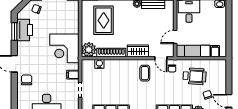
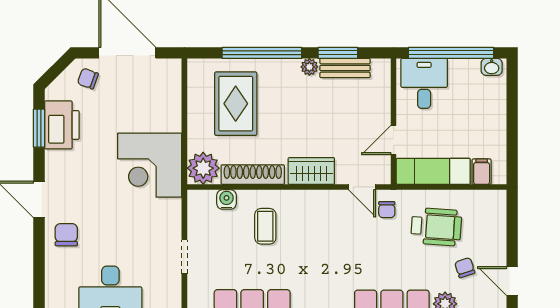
coffee table: (145, 73) -> (265, 226), moved
filing cabinet: (73, 75) -> (168, 223), removed

